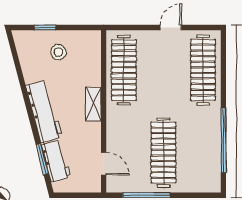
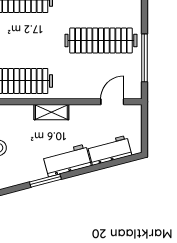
workbench: (44, 112) -> (67, 161), width x0.73
window: (42, 159) -> (45, 181), moved

